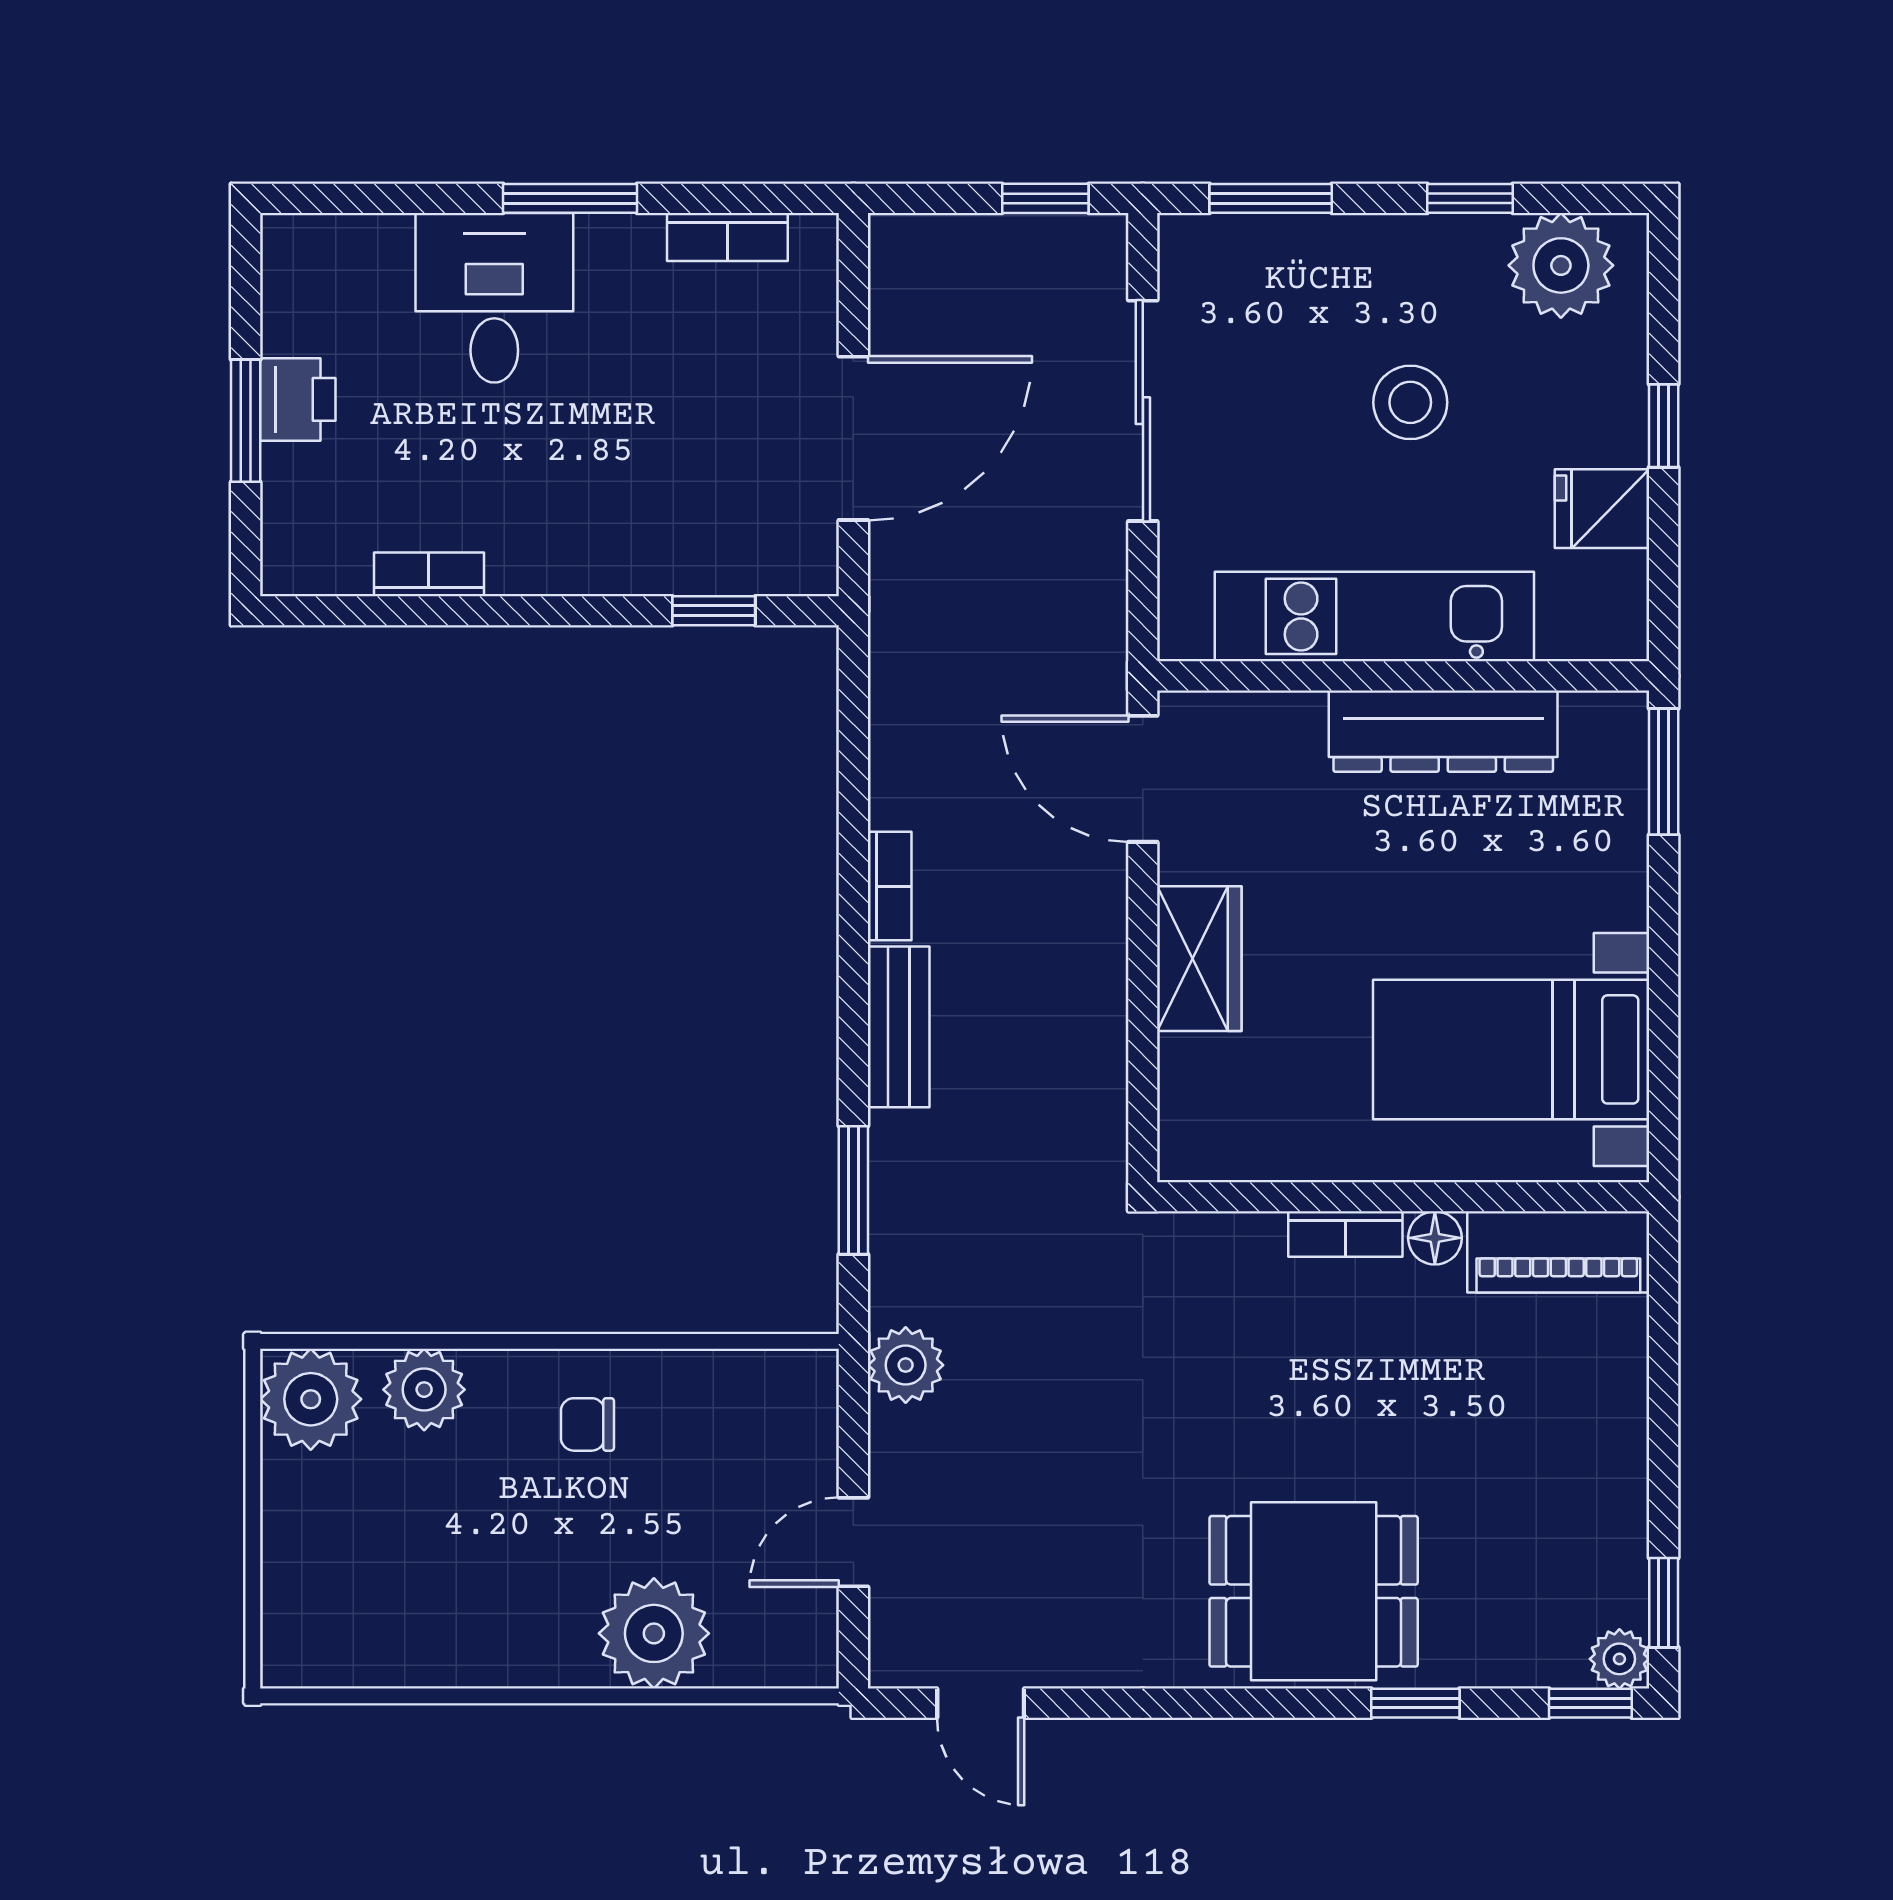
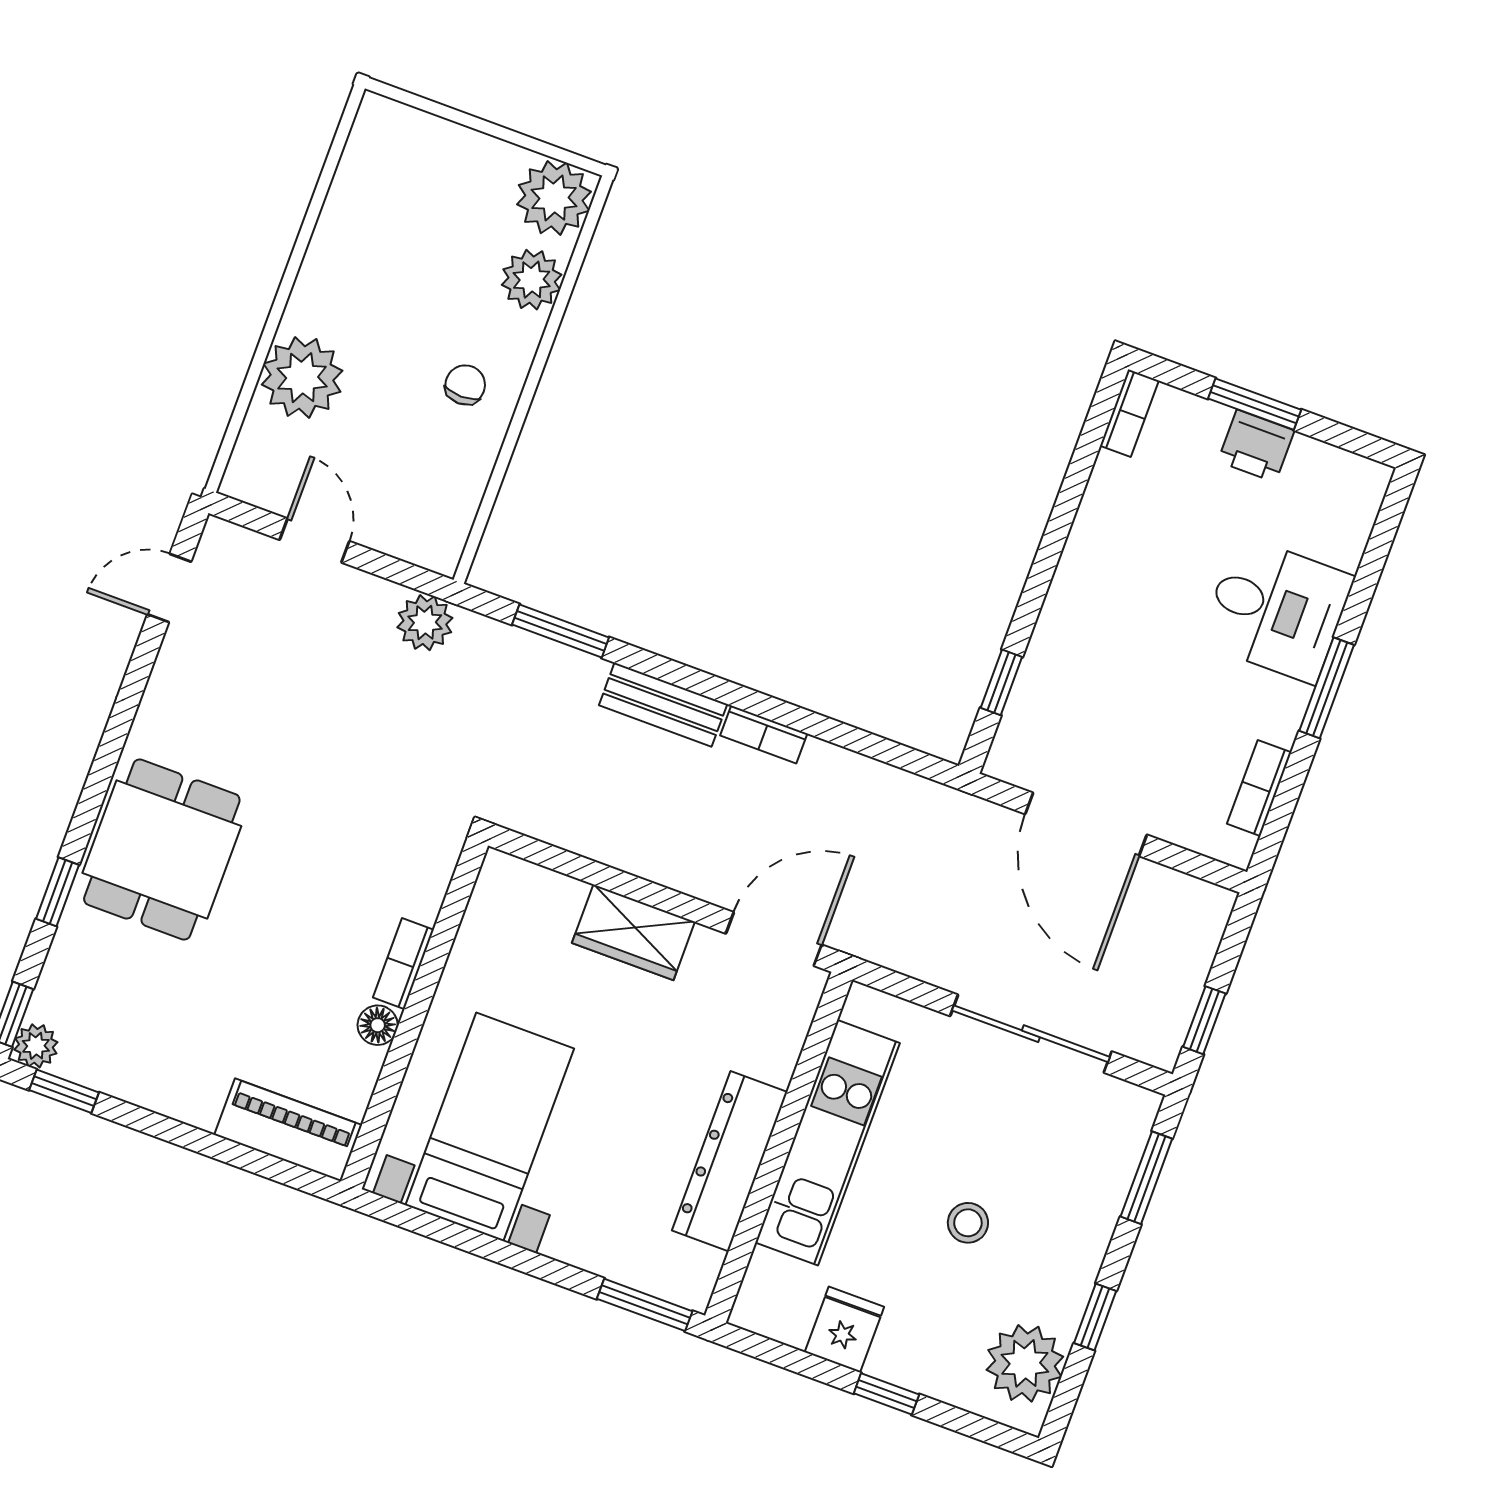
stool: (1410, 402) -> (968, 1223), width x0.73, depth x0.73
bookcase: (429, 574) -> (1129, 413), moved
piano: (1558, 1252) -> (288, 1130), moved, turned 90

